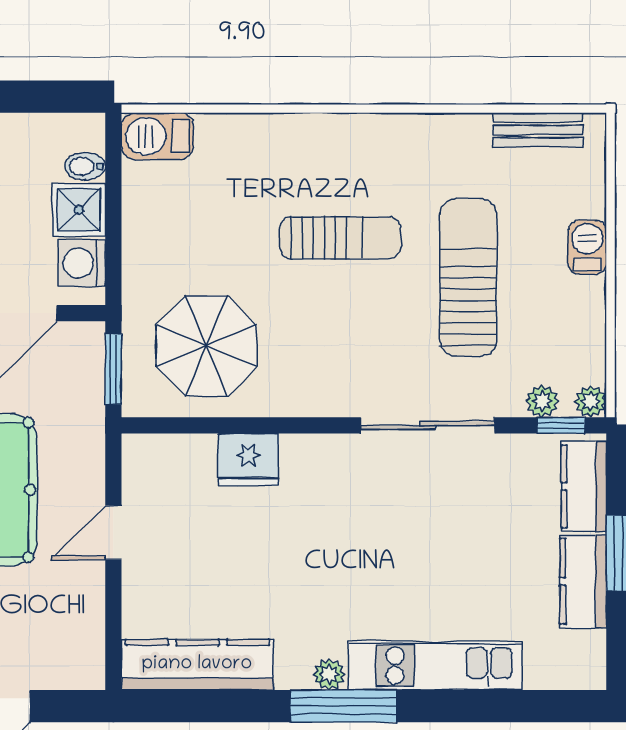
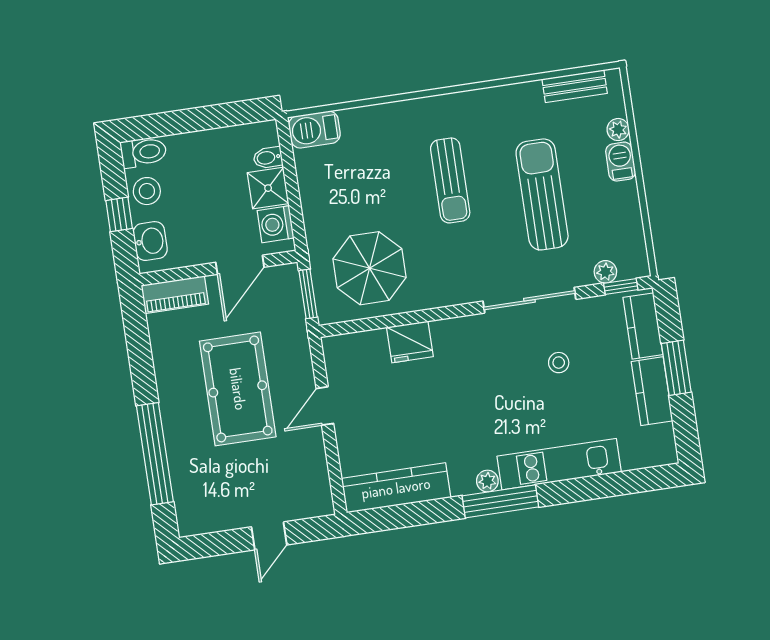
sun lounger: (340, 238) -> (450, 180), turned 90
plant: (591, 401) -> (618, 130), moved
stool: (456, 521) -> (559, 363), added

